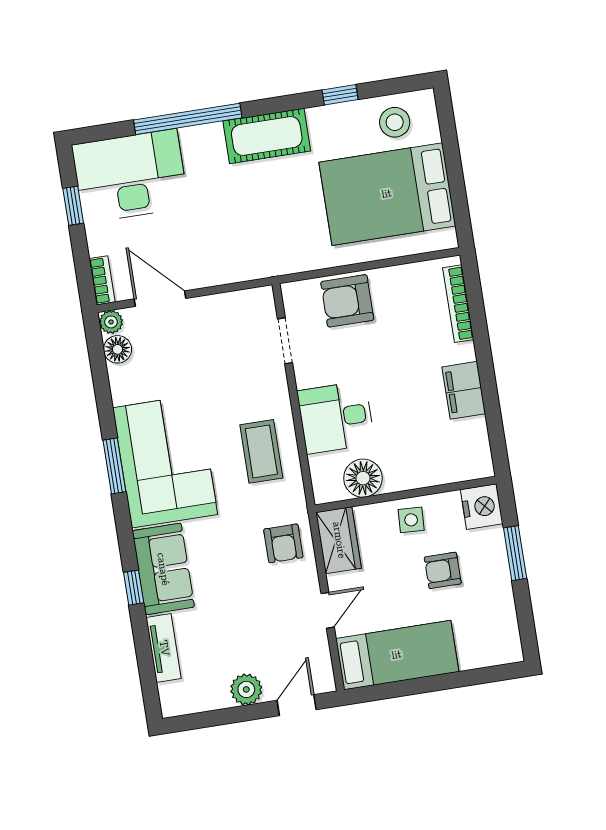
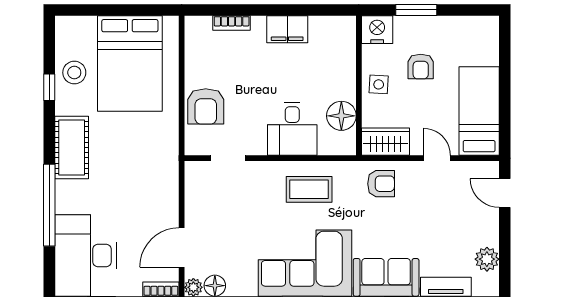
stool: (395, 122) -> (74, 73), moved
bookcase: (458, 304) -> (232, 23), width x0.64
plant: (246, 689) -> (487, 259), moved

